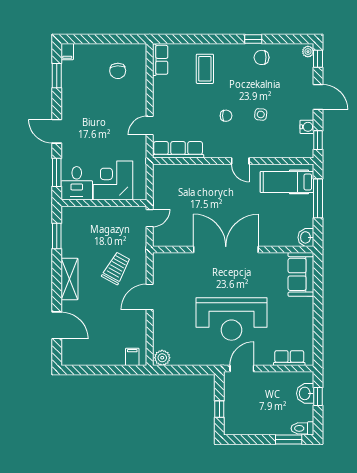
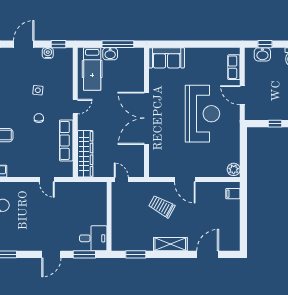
row of seats: (178, 150) -> (66, 140), moved
wardrobe: (182, 173) -> (85, 154), added
corner desk: (113, 181) -> (91, 209), removed
window: (318, 198) -> (118, 44), moved
washbasin: (306, 237) -> (110, 54), moved
door: (242, 368) -> (242, 95), moved

